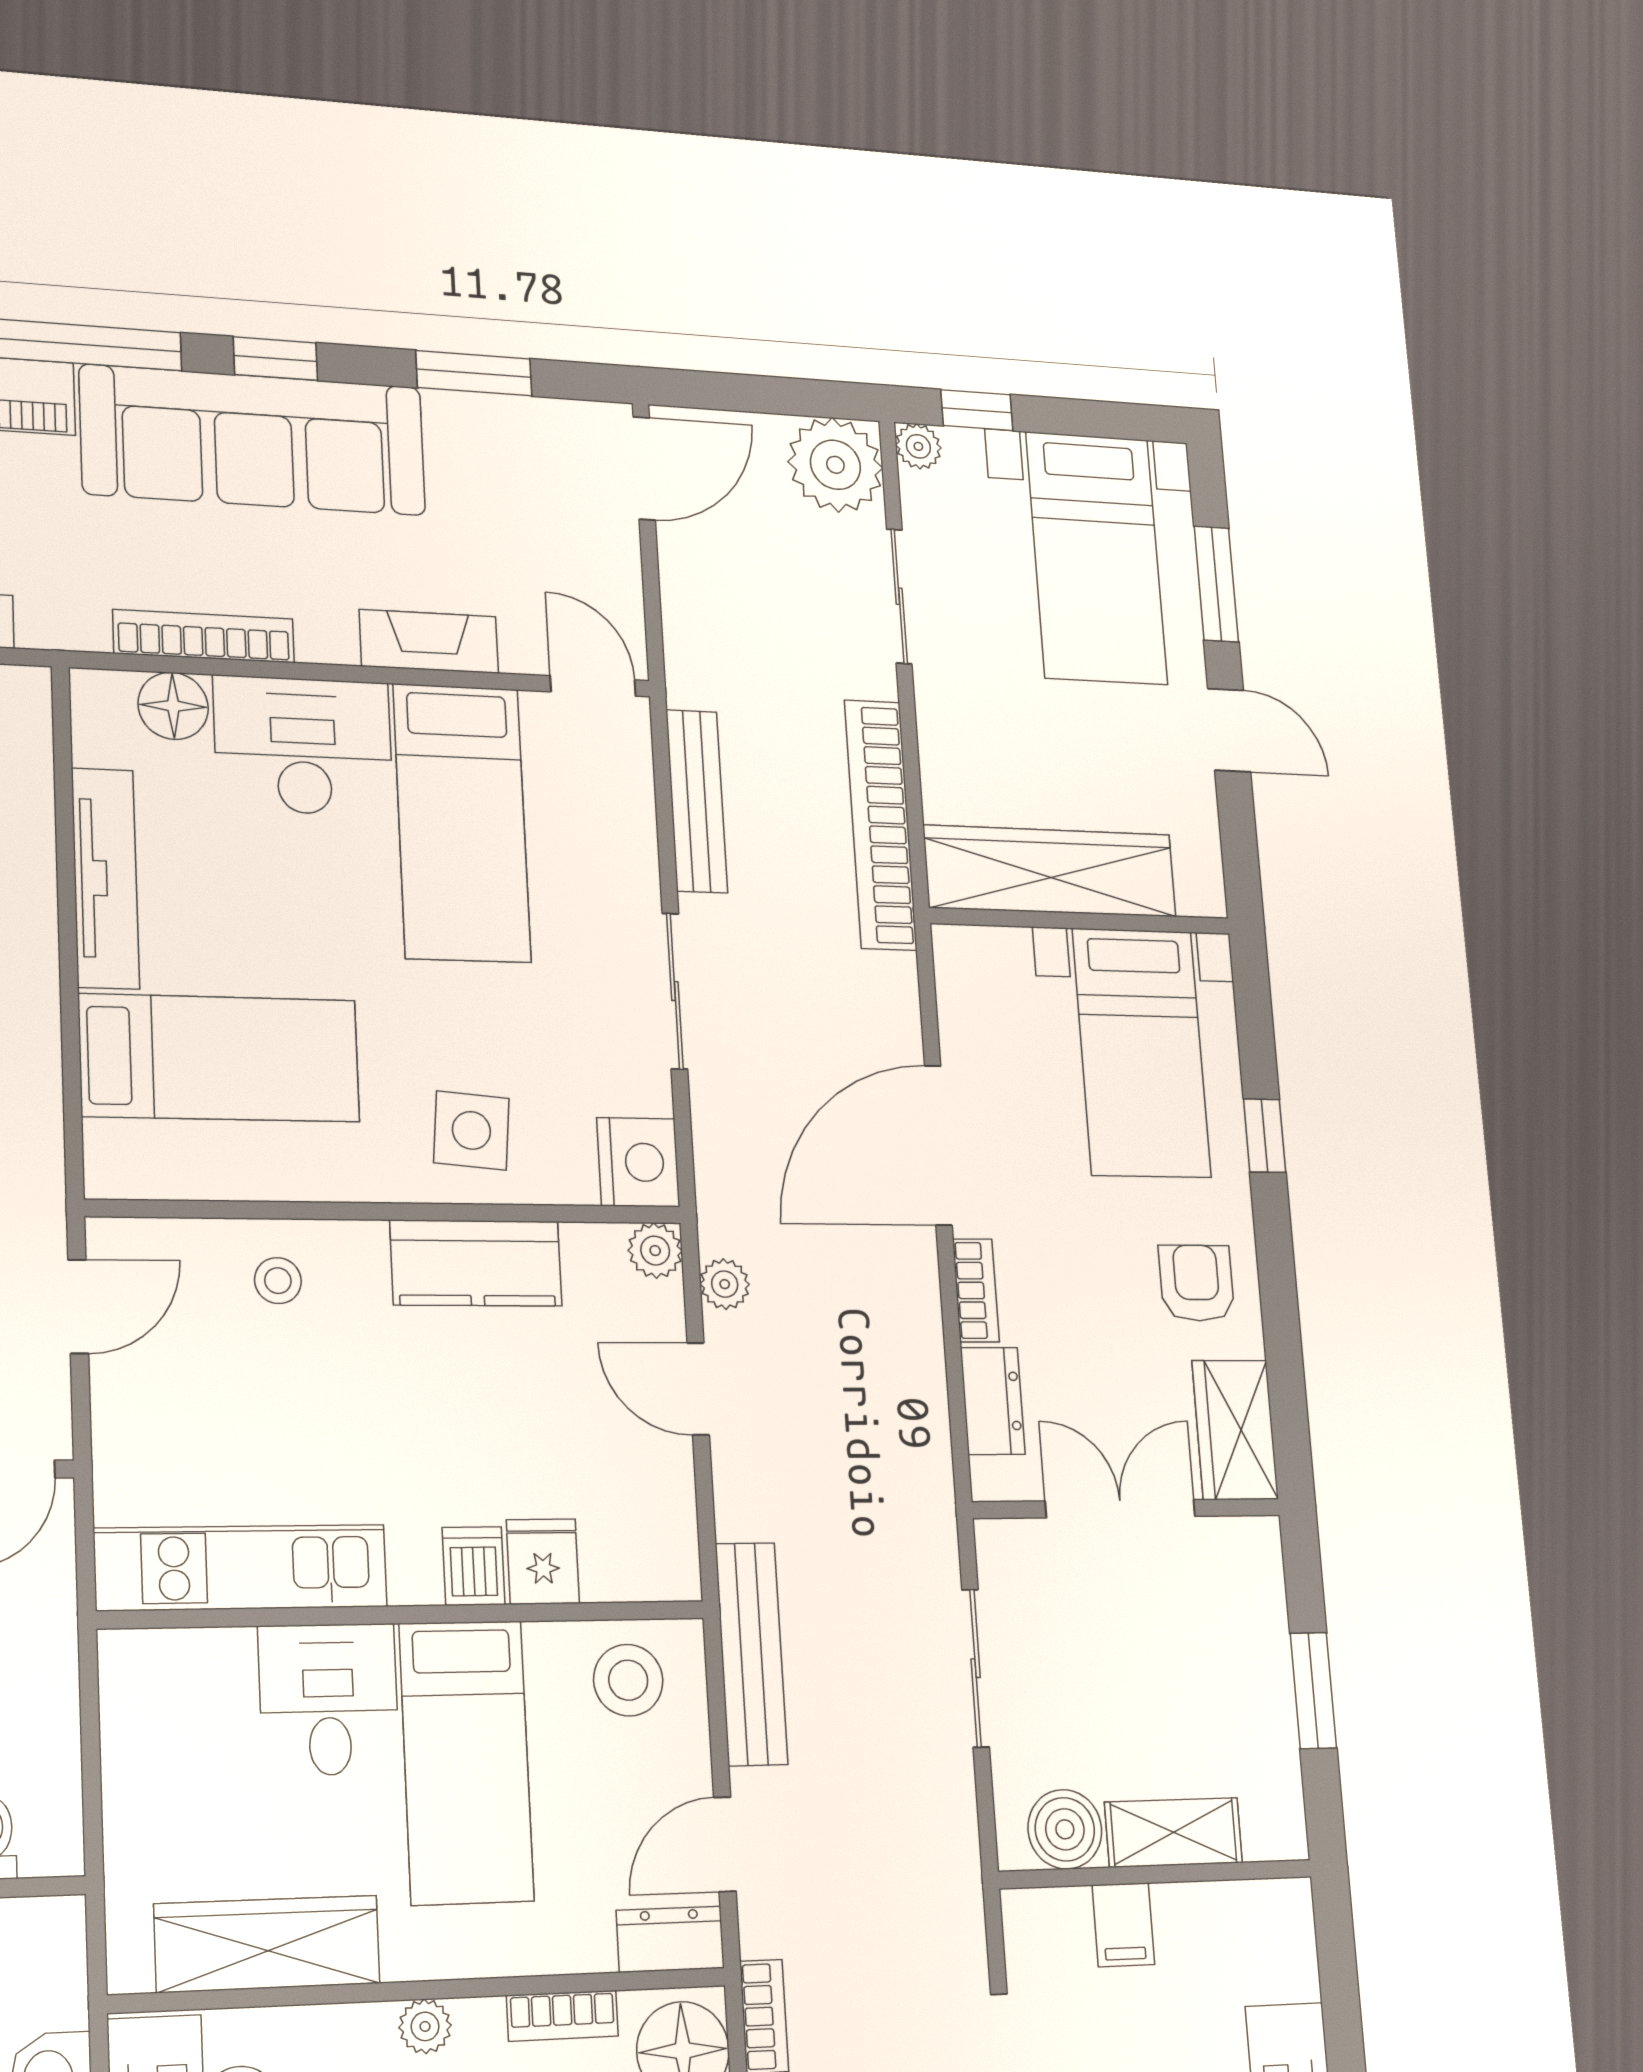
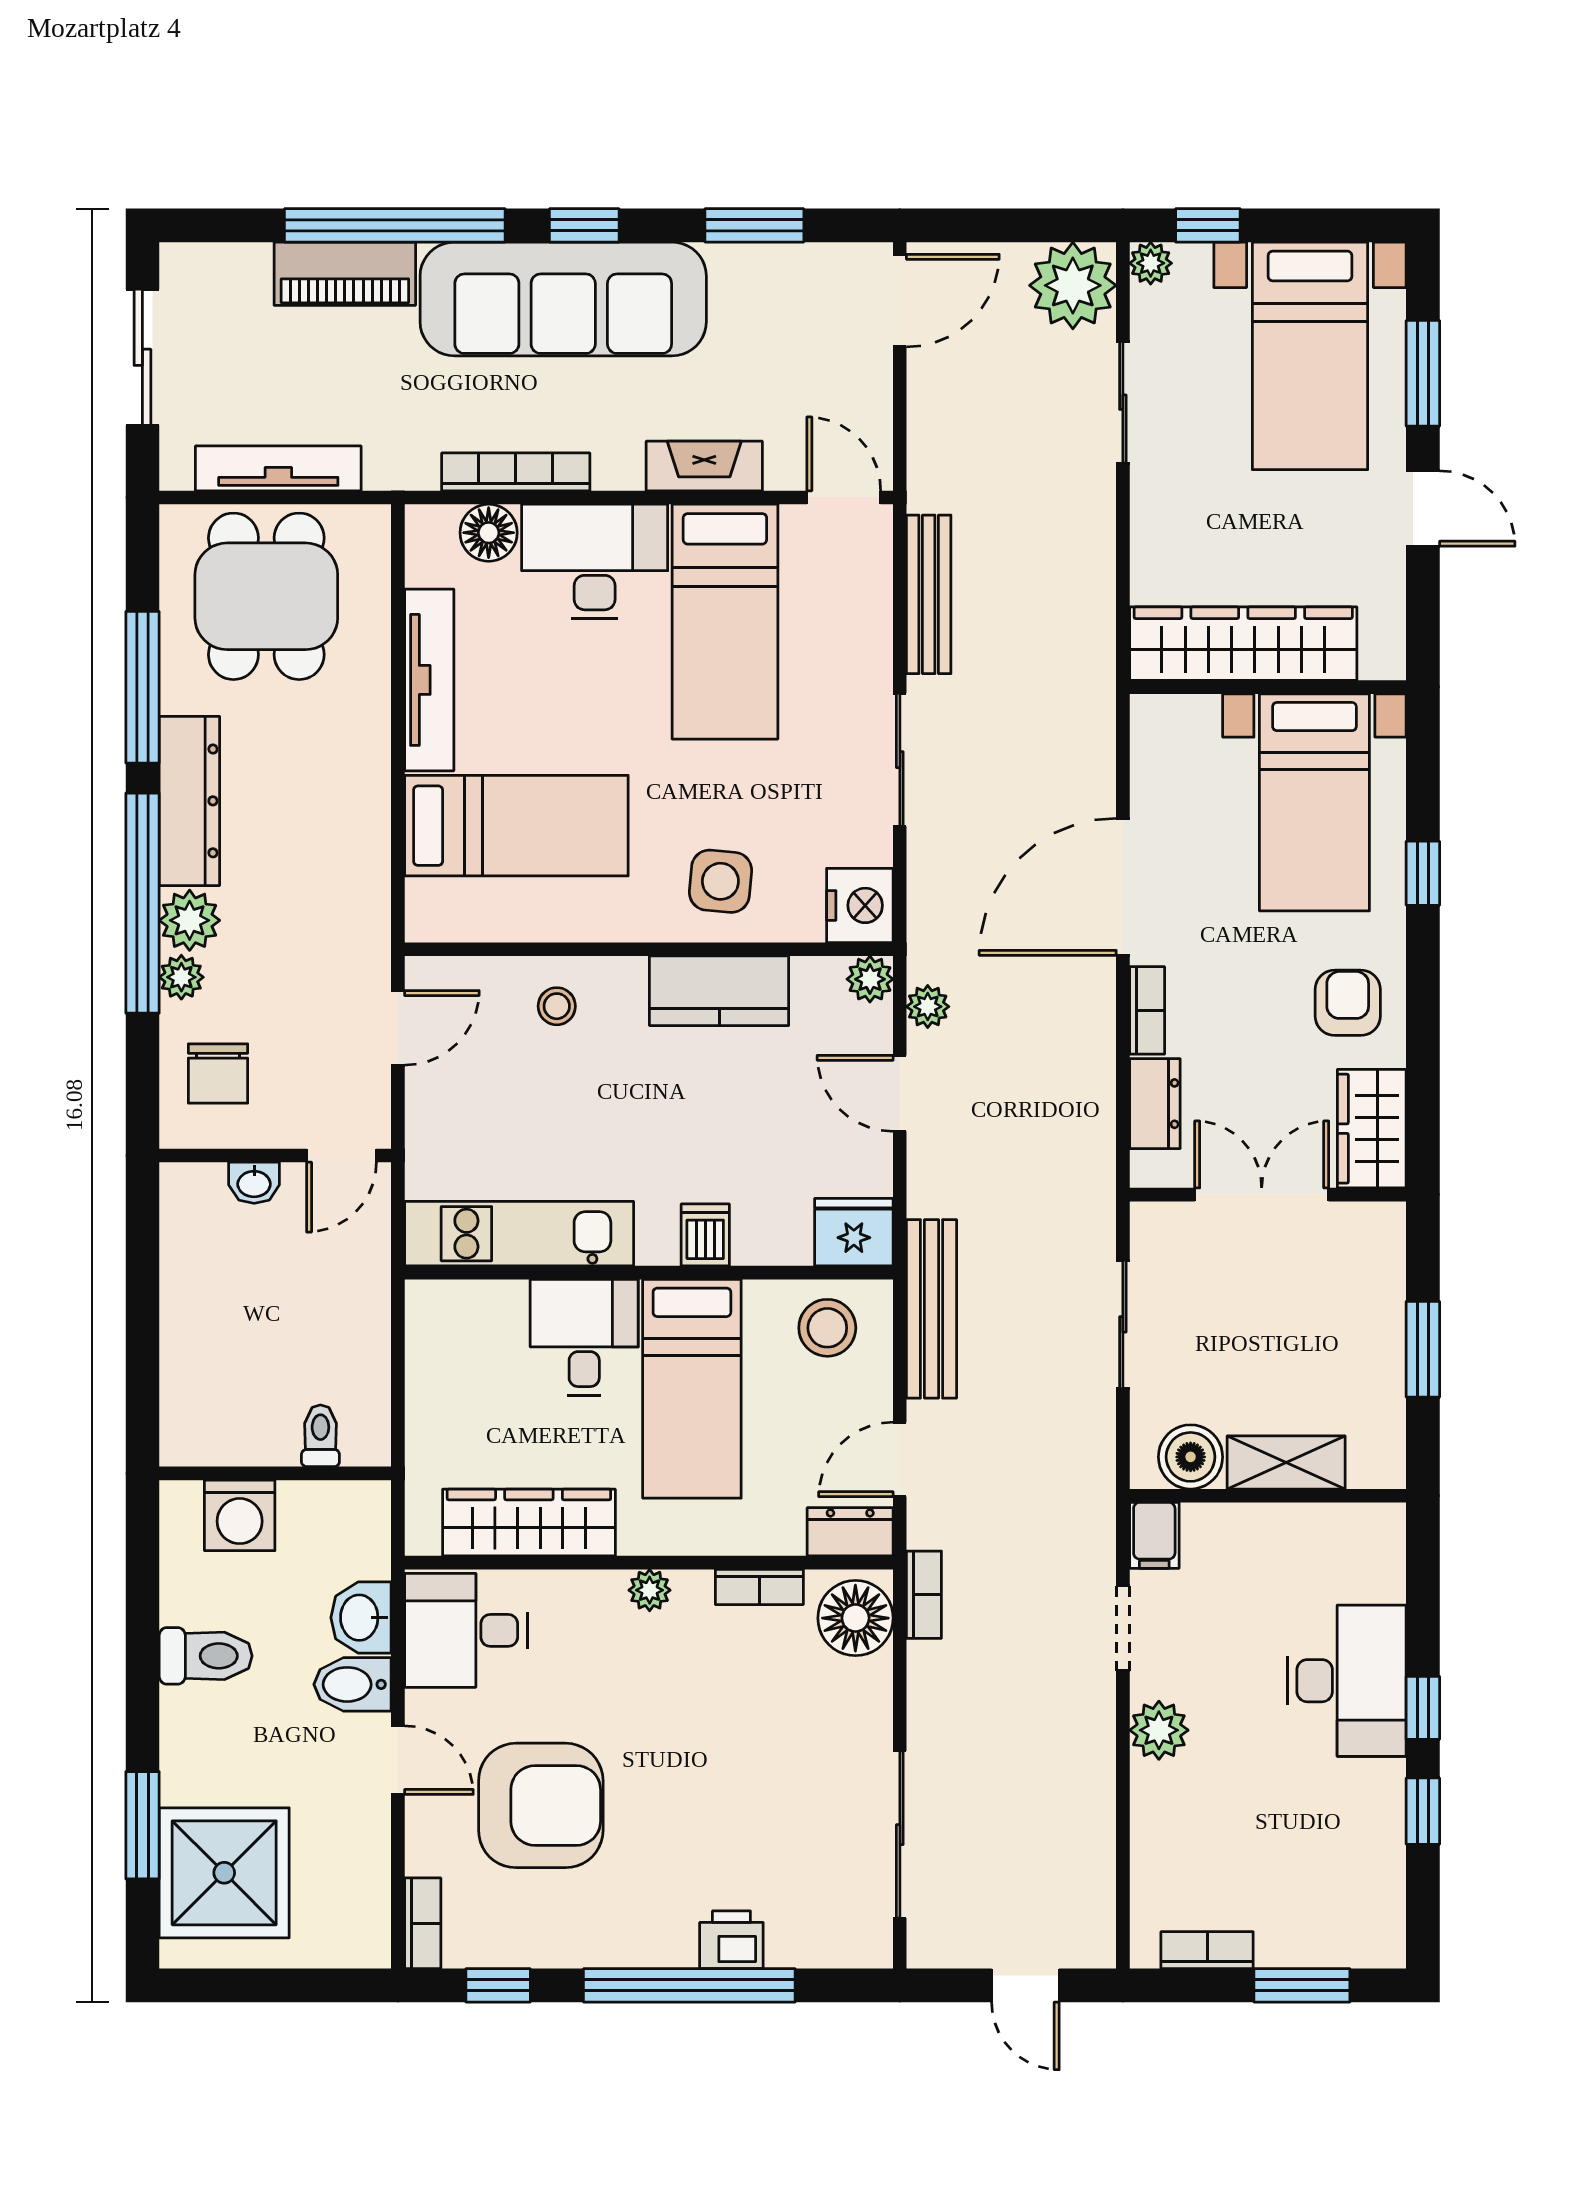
bookcase: (881, 825) -> (1091, 608), removed
fridge: (543, 1561) -> (854, 1232), moved, width x1.38
filing cabinet: (1123, 1925) -> (1154, 1535), moved

